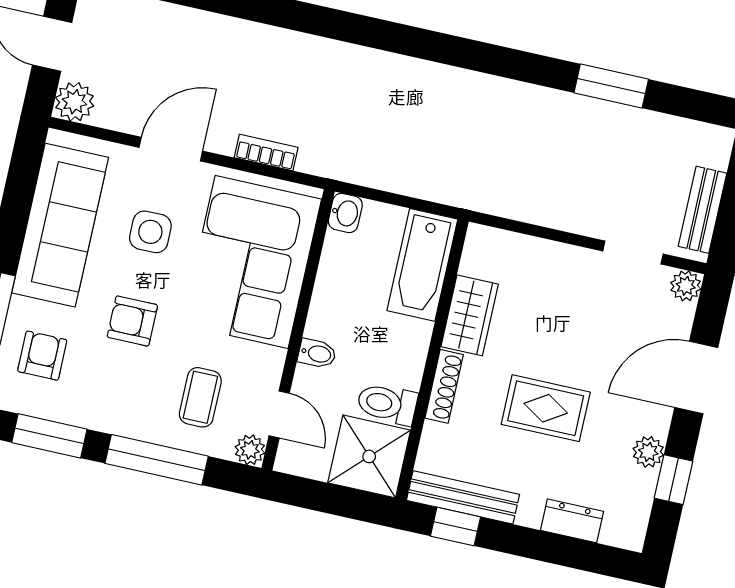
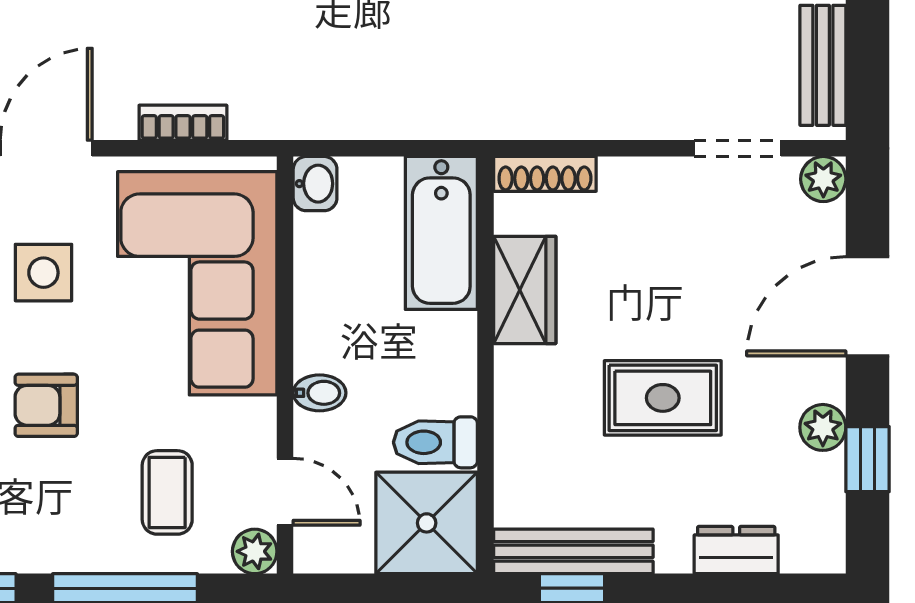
shoe rack: (444, 386) -> (545, 174), moved, turned 90

